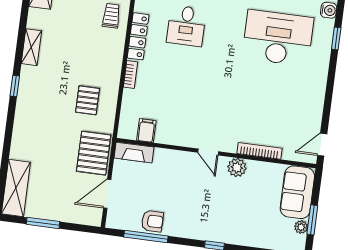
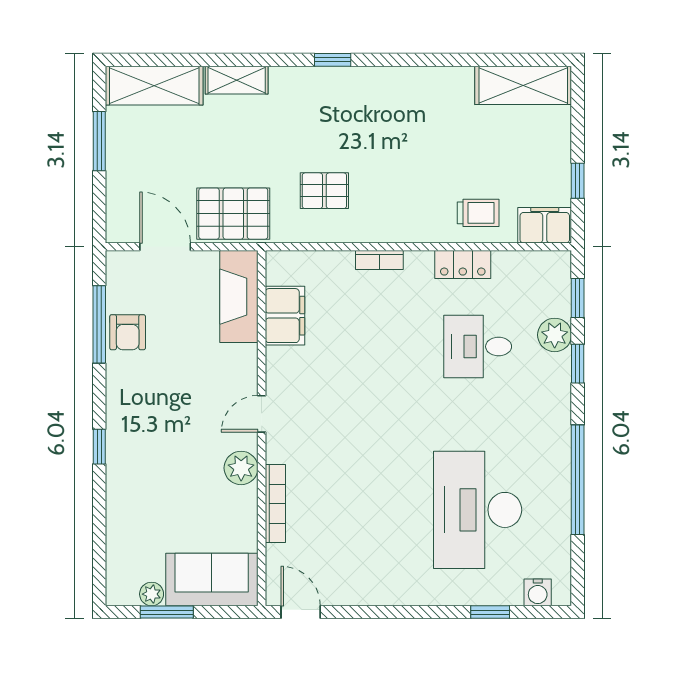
locker: (138, 36) -> (463, 265), width x0.66
desk: (278, 38) -> (478, 510), turned 180
shelving: (31, 47) -> (237, 80), moved
filing cabinet: (146, 131) -> (285, 316), width x2.00
fireplace: (134, 153) -> (239, 297), width x1.37, depth x1.32

